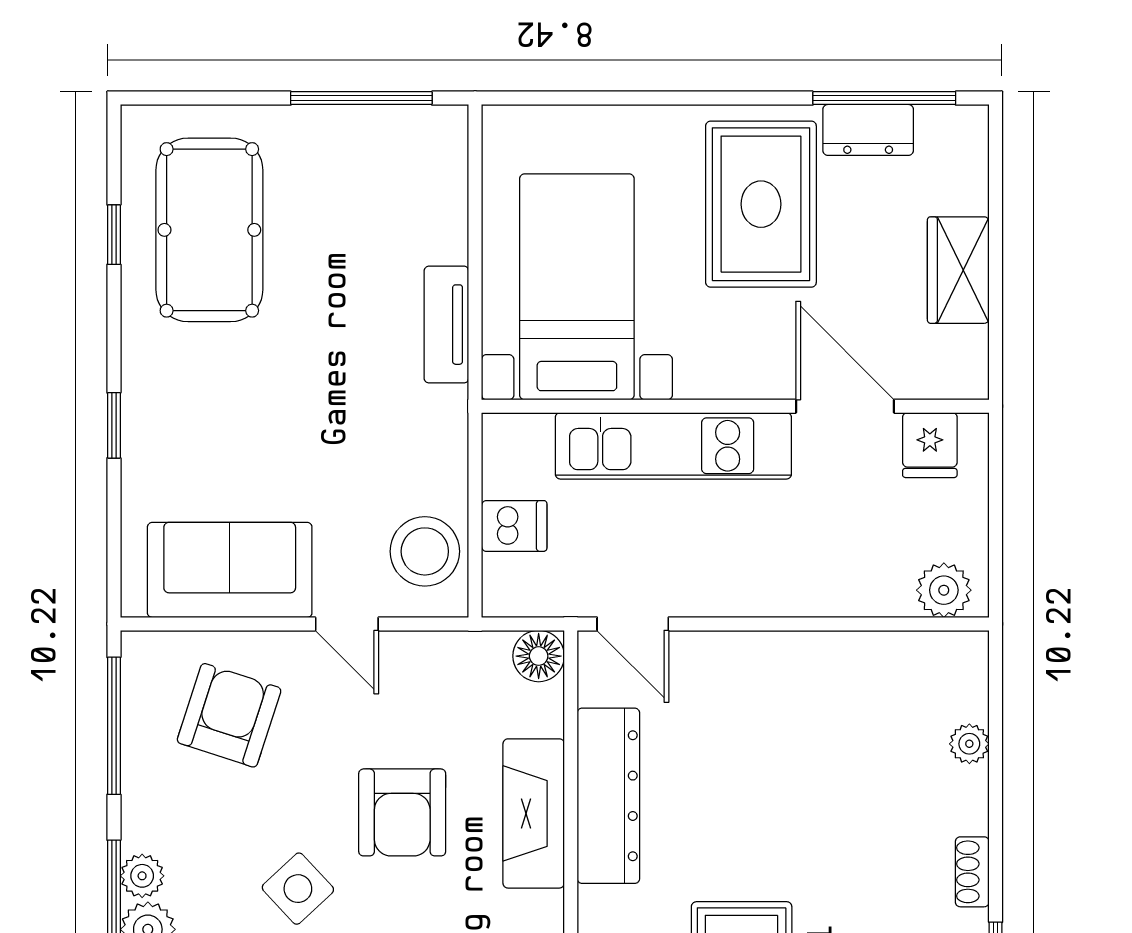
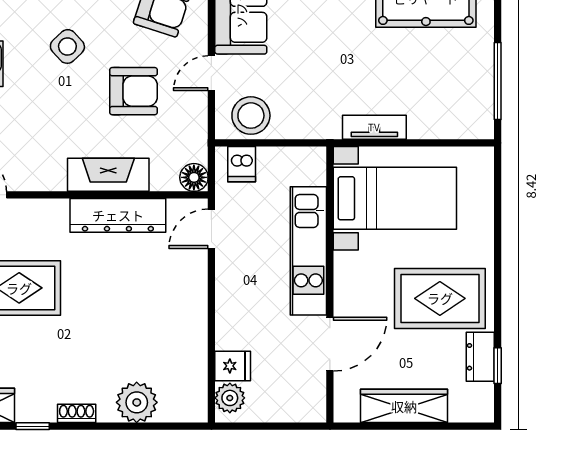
window: (884, 98) -> (498, 366), width x0.46
wardrobe: (958, 270) -> (404, 406), width x1.50
fridge: (930, 445) -> (233, 366), moved, turned 180
dishwasher: (514, 526) -> (242, 164), moved
plant: (969, 744) -> (137, 402), width x1.88, depth x1.88
armchair: (402, 812) -> (133, 91), moved, turned 180

